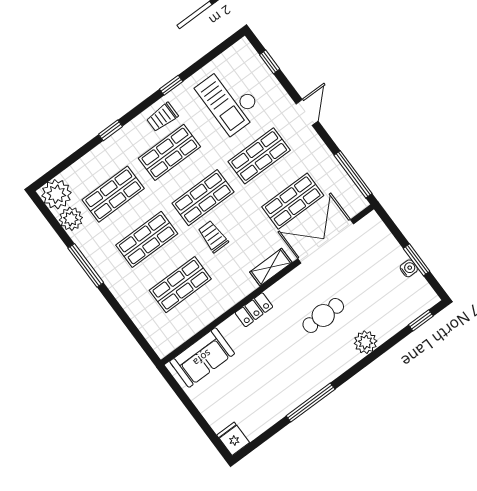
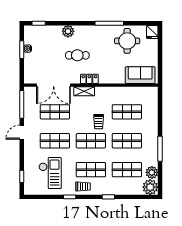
door: (307, 112) -> (22, 132), moved
locker: (254, 310) -> (89, 79), moved
round table: (262, 396) -> (127, 41), added

